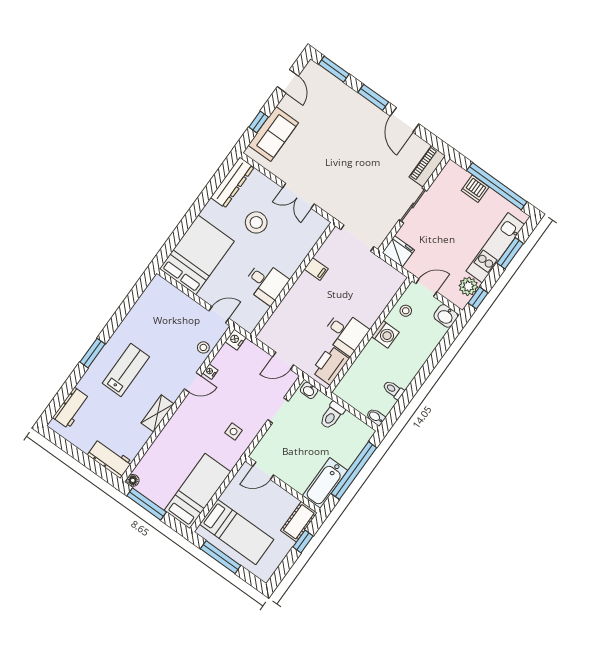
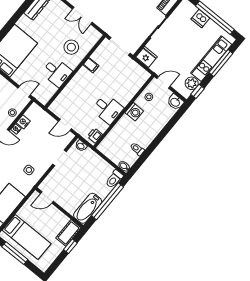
stool: (256, 222) -> (71, 47), moved
window: (510, 253) -> (221, 63), width x1.44
nightstand: (236, 340) -> (23, 122), moved
printer: (330, 365) -> (95, 135), width x0.53, depth x0.68
toilet: (332, 415) -> (114, 179), moved

